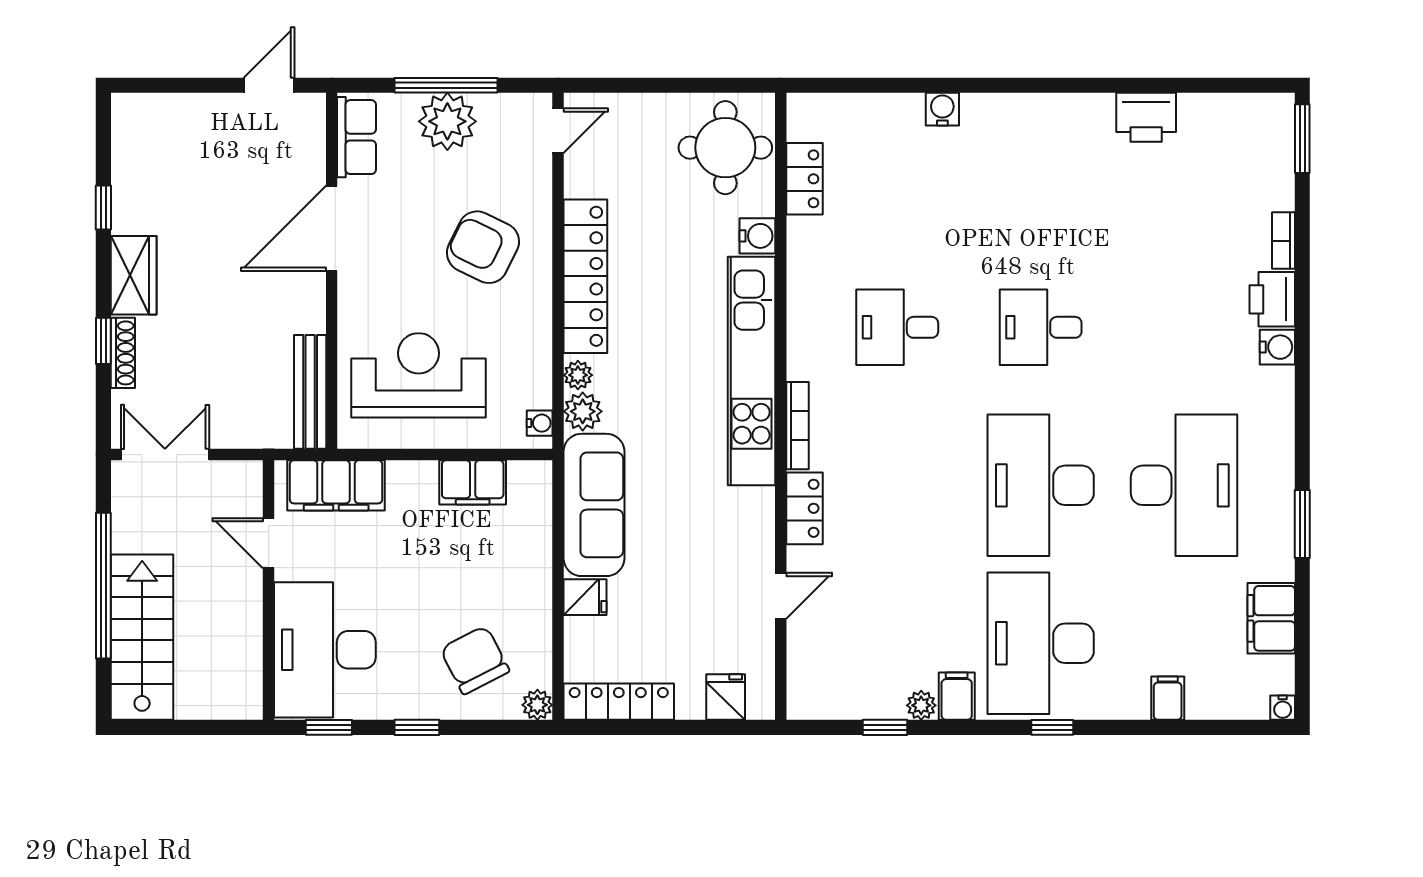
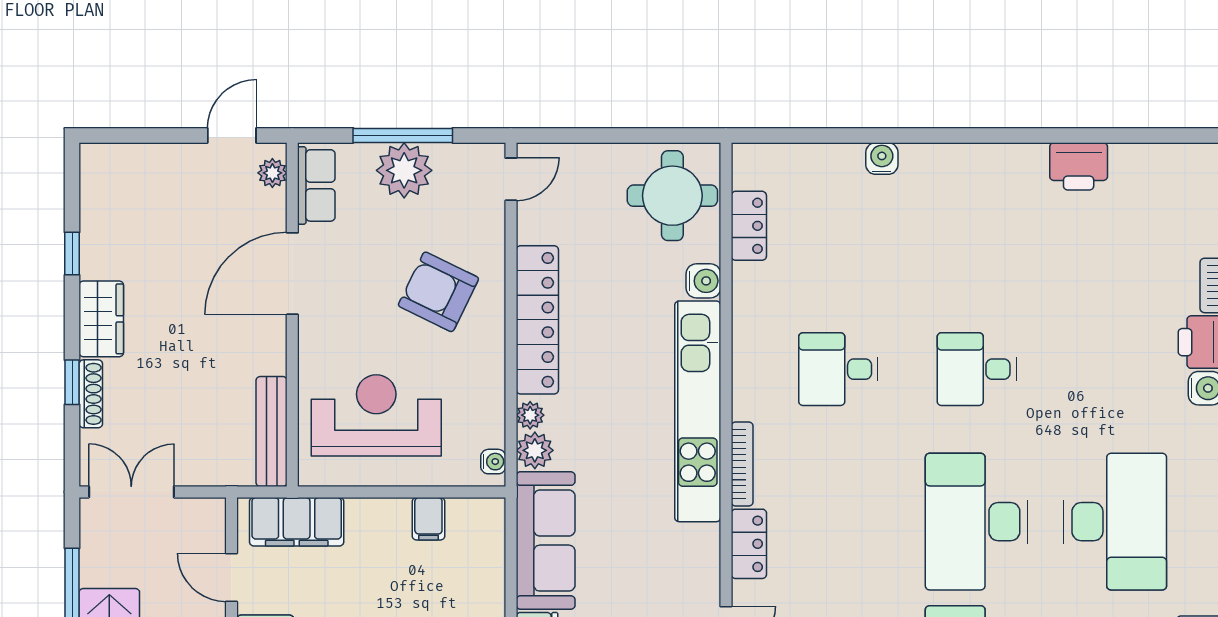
plant: (311, 124) -> (272, 173), added
filing cabinet: (473, 482) -> (428, 519), width x0.50

